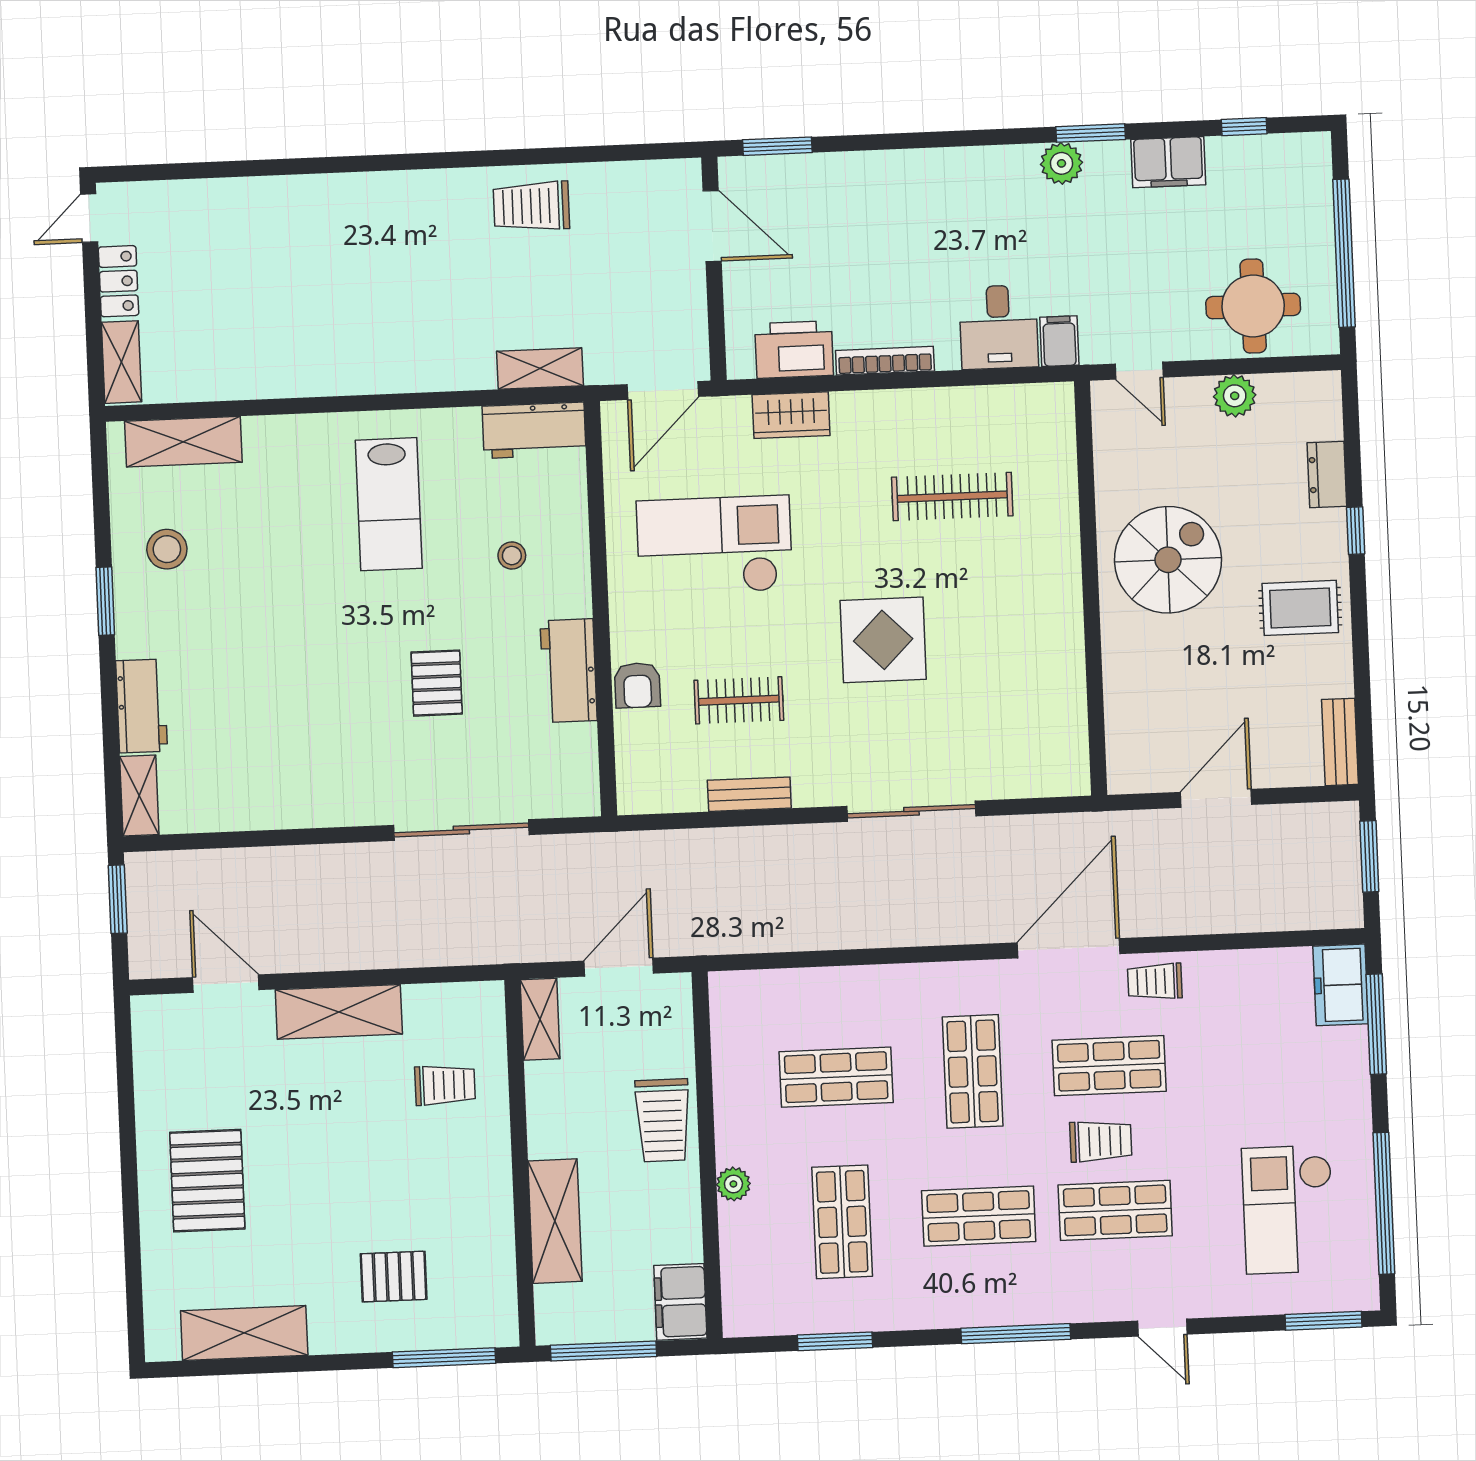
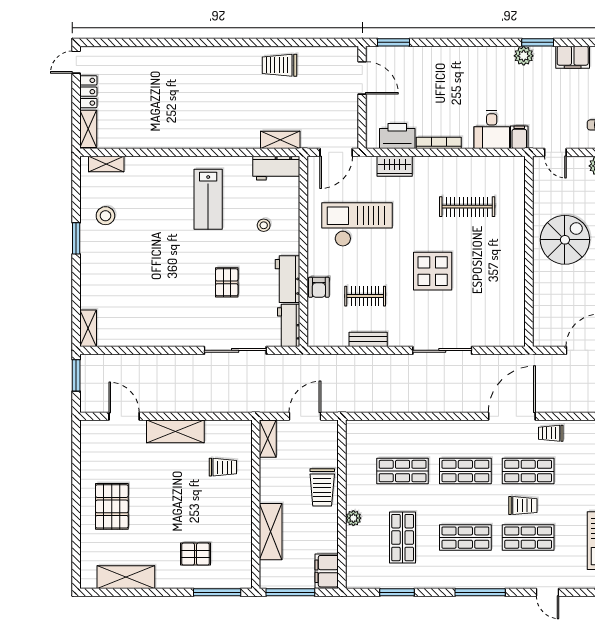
shelving: (183, 442) -> (106, 164), width x0.67, depth x0.75
workbench: (142, 706) -> (289, 325), moved, turned 180
shop shelf: (973, 1071) -> (465, 471), turned 90

